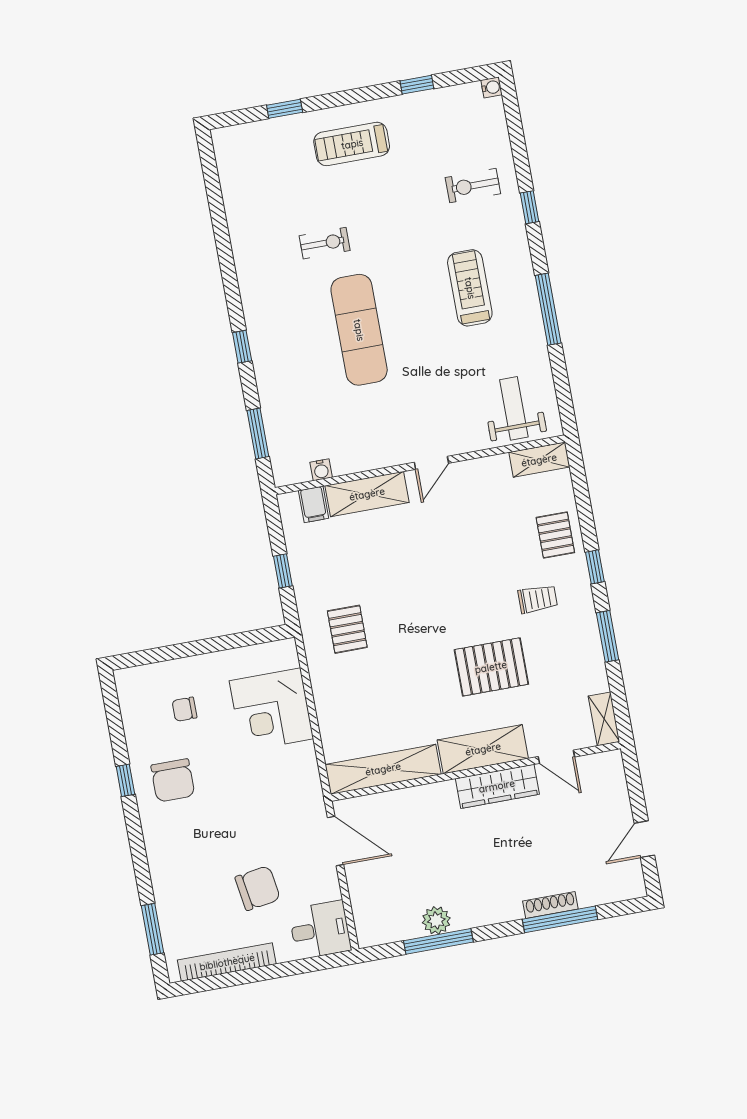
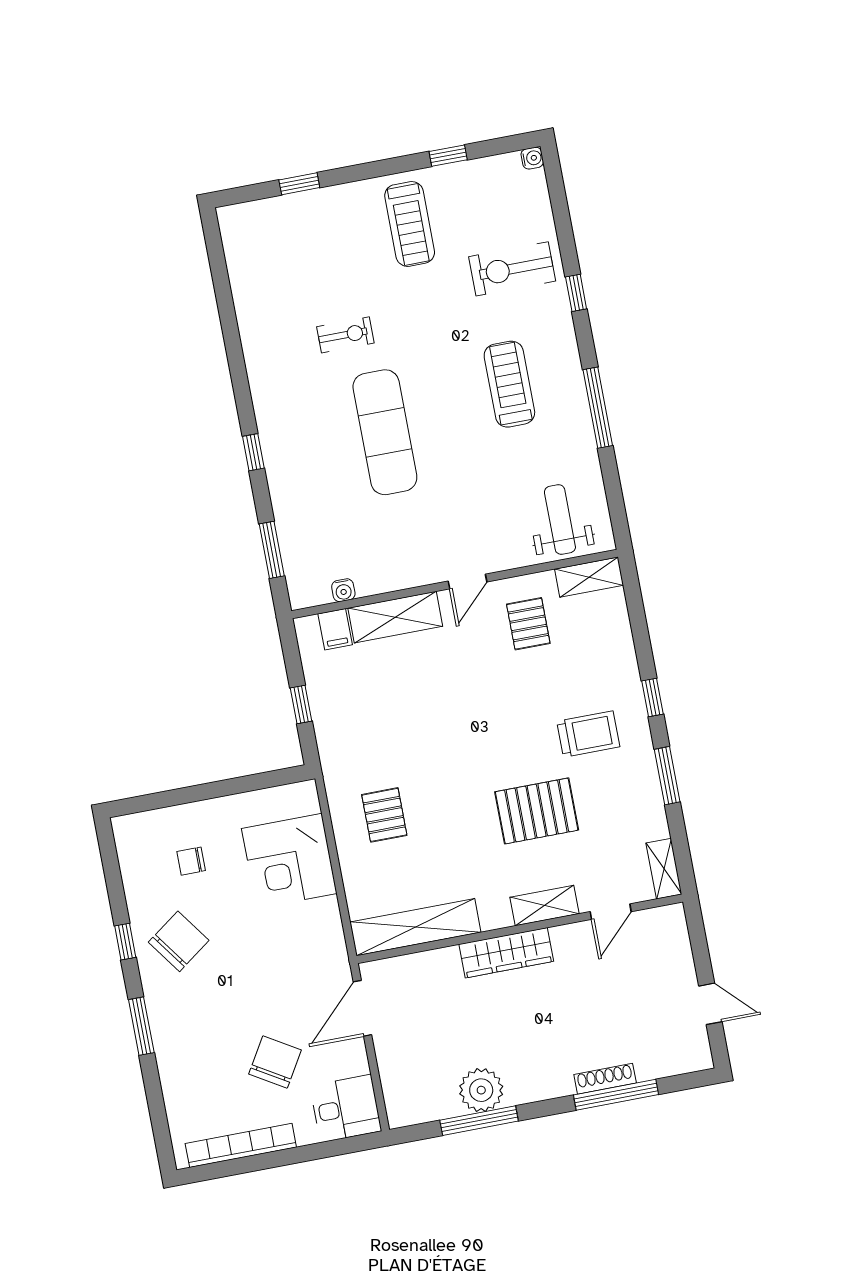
treadmill: (352, 144) -> (410, 224), moved, turned -90
exercise bike: (473, 186) -> (512, 269), width x1.38, depth x1.39
pallet: (555, 535) -> (528, 624), moved
trolley: (538, 599) -> (588, 734), width x1.36, depth x1.39
pallet: (347, 629) -> (384, 815), moved
shelving: (483, 749) -> (544, 906), width x0.67, depth x0.75
door: (556, 757) -> (611, 912), hinge flipped
chair: (173, 780) -> (179, 941), turned -126
wardrobe: (497, 786) -> (506, 953), moved
door: (644, 839) -> (710, 1004), swing flipped
door: (336, 841) -> (362, 1008), swing flipped
chair: (258, 888) -> (275, 1062), turned -50
plant: (436, 920) -> (481, 1090), width x1.36, depth x1.36
window: (152, 929) -> (141, 1026), moved

